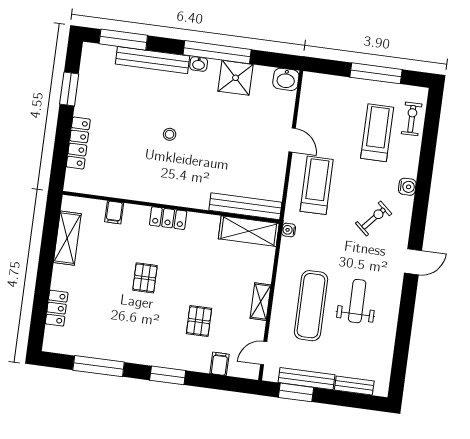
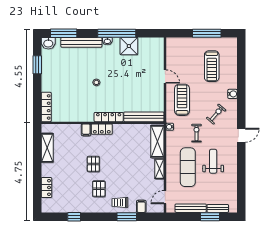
washbasin: (286, 79) -> (48, 43), moved
exercise bike: (412, 119) -> (196, 133), moved
treadmill: (377, 133) -> (212, 66), turned 180
locker: (78, 143) -> (46, 107), moved
locker: (183, 198) -> (109, 117), added
filing cabinet: (114, 212) -> (86, 130), moved
shelving: (249, 231) -> (157, 141), moved, turned 90
pallet: (199, 321) -> (99, 189), moved
trolley: (183, 352) -> (120, 202), added
window: (99, 366) -> (74, 217), width x0.46
window: (168, 375) -> (127, 217), moved
window: (296, 392) -> (210, 217), moved

